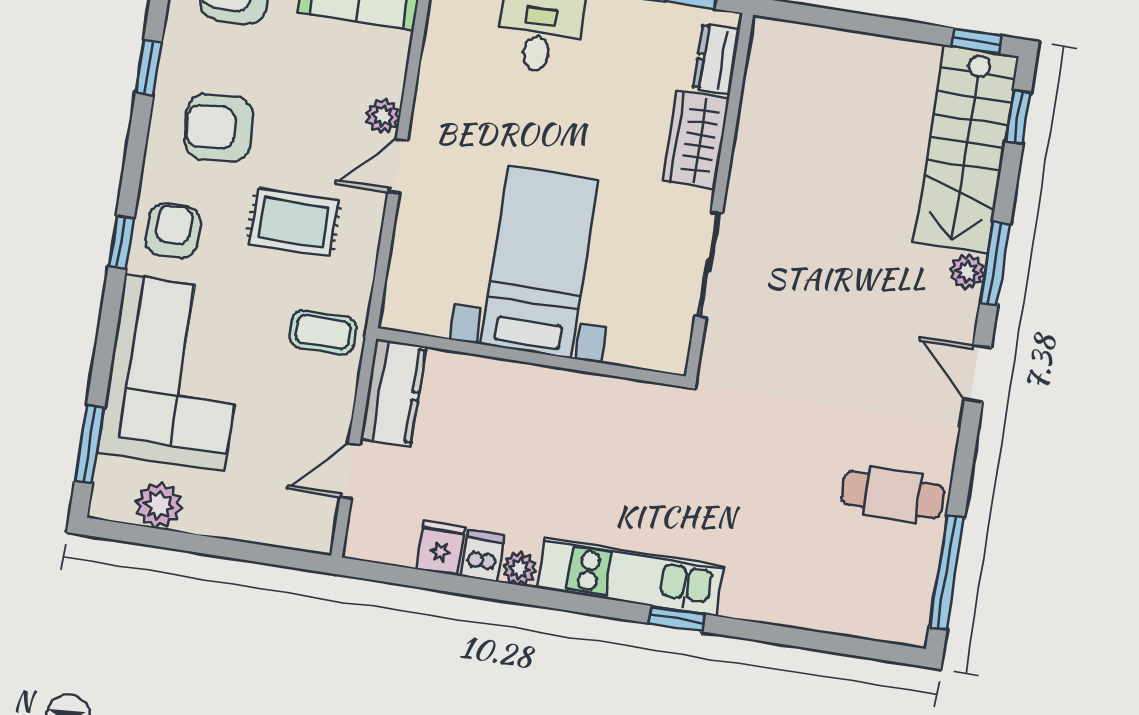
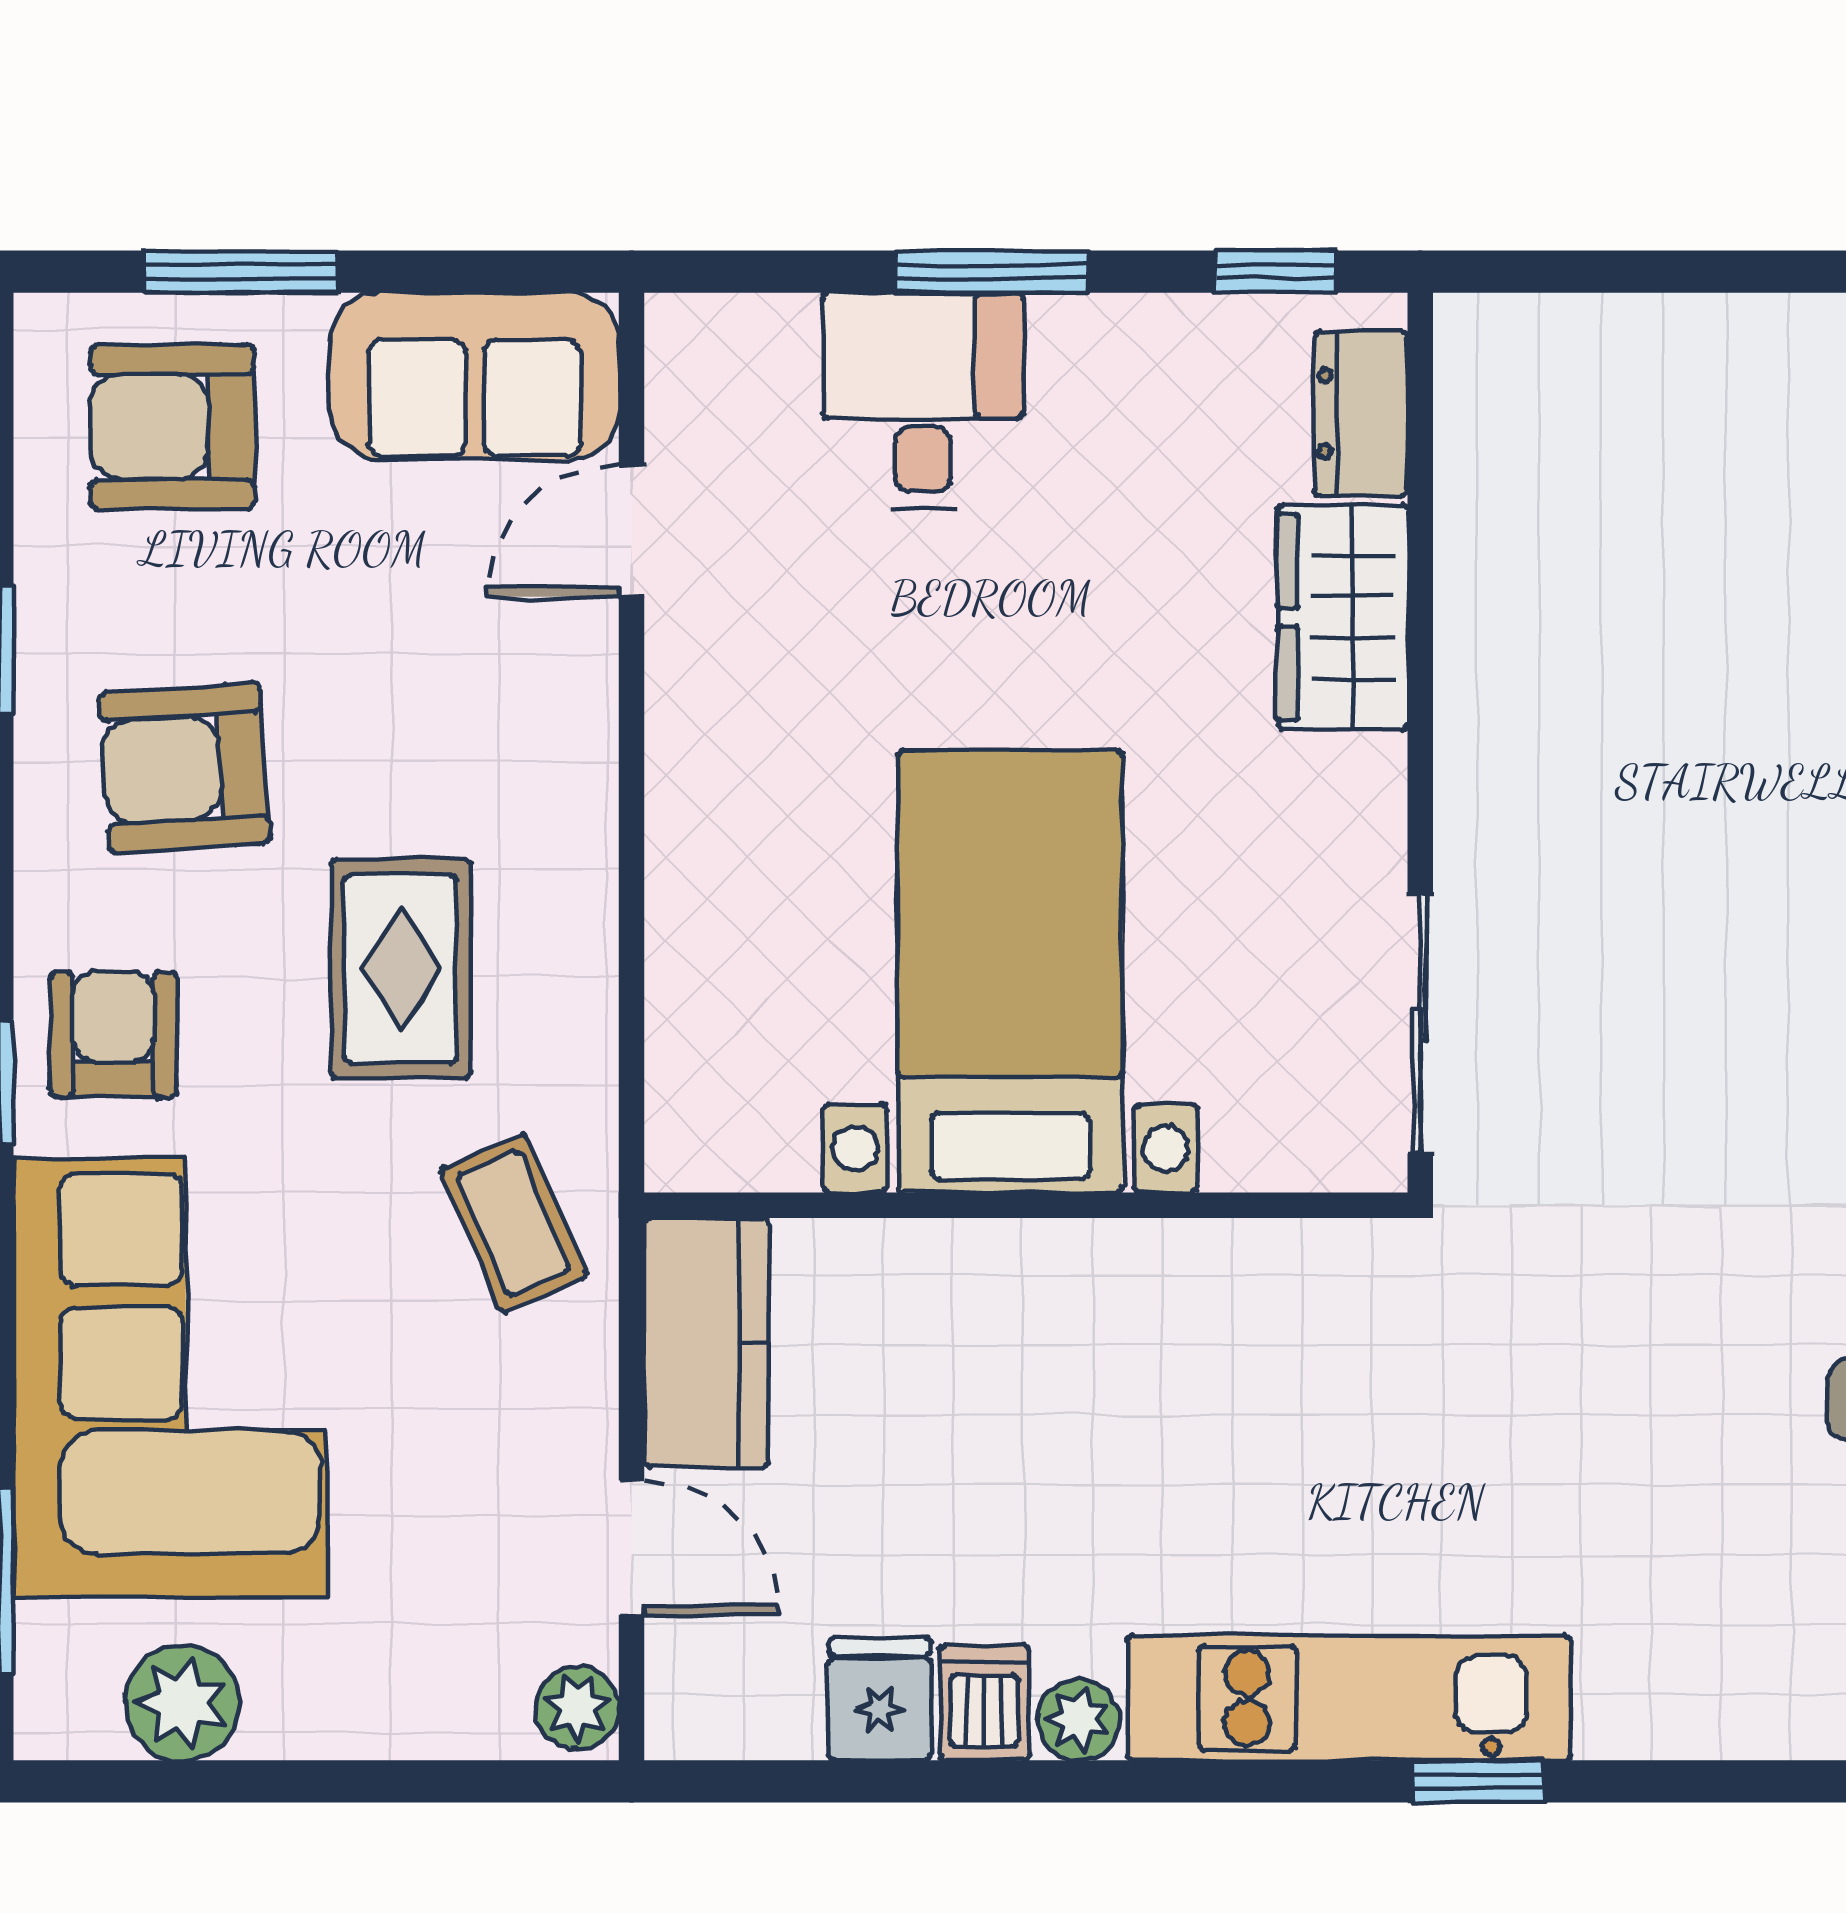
plant: (383, 116) -> (577, 1708), moved
door: (398, 166) -> (632, 531), moved
rug: (293, 223) -> (401, 969), turned 90
sliding door: (709, 265) -> (1420, 1024), moved
coffee table: (323, 332) -> (514, 1223), turned 67
door: (350, 471) -> (632, 1548), swing flipped

